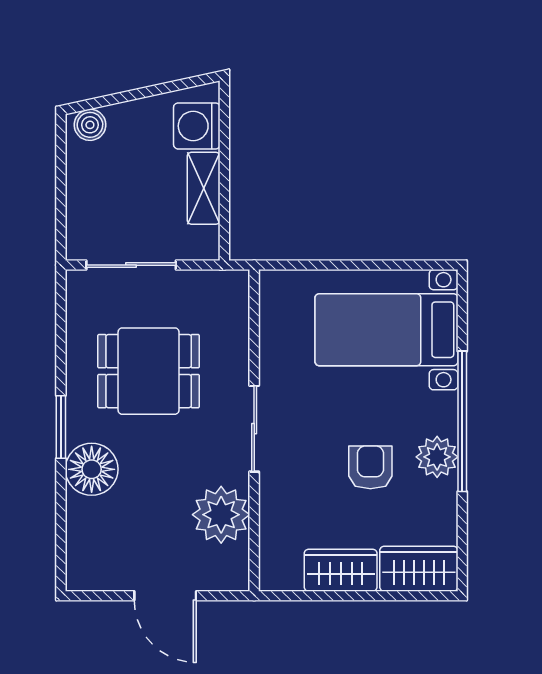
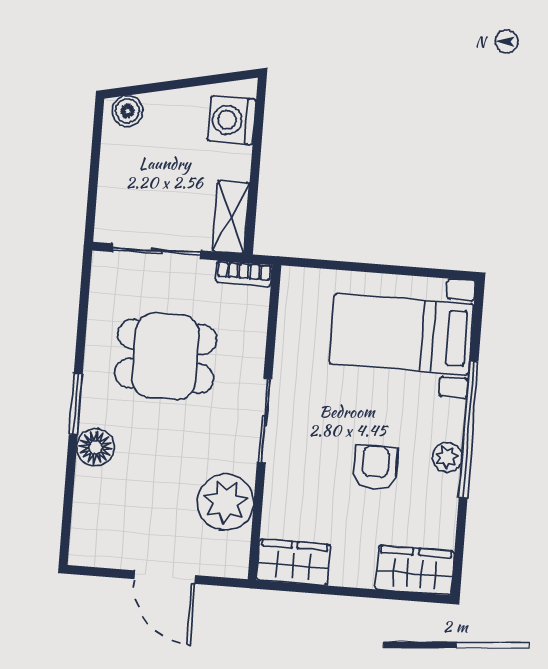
shelving: (204, 188) -> (231, 217), moved
bookcase: (221, 281) -> (244, 274), added
plant: (437, 457) -> (447, 457), width x0.73, depth x0.73
floor lamp: (92, 469) -> (96, 447), width x0.73, depth x0.73
wardrobe: (341, 570) -> (293, 562), moved

